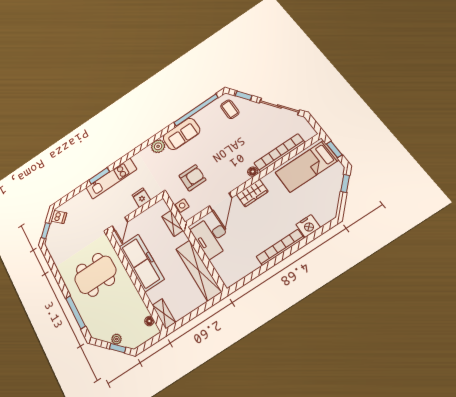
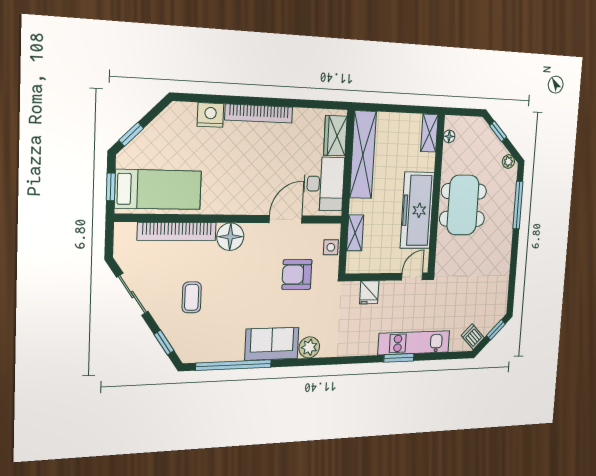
sliding door: (279, 106) -> (132, 294), width x0.73
coffee table: (230, 109) -> (192, 297), moved
floor lamp: (253, 172) -> (230, 237), width x1.89, depth x1.89
kitchen unit: (111, 178) -> (414, 343), moved
wardrobe: (252, 193) -> (335, 136), moved, turned -90
dining table: (95, 275) -> (463, 205), moved, turned 90
plant: (116, 339) -> (508, 161), moved

